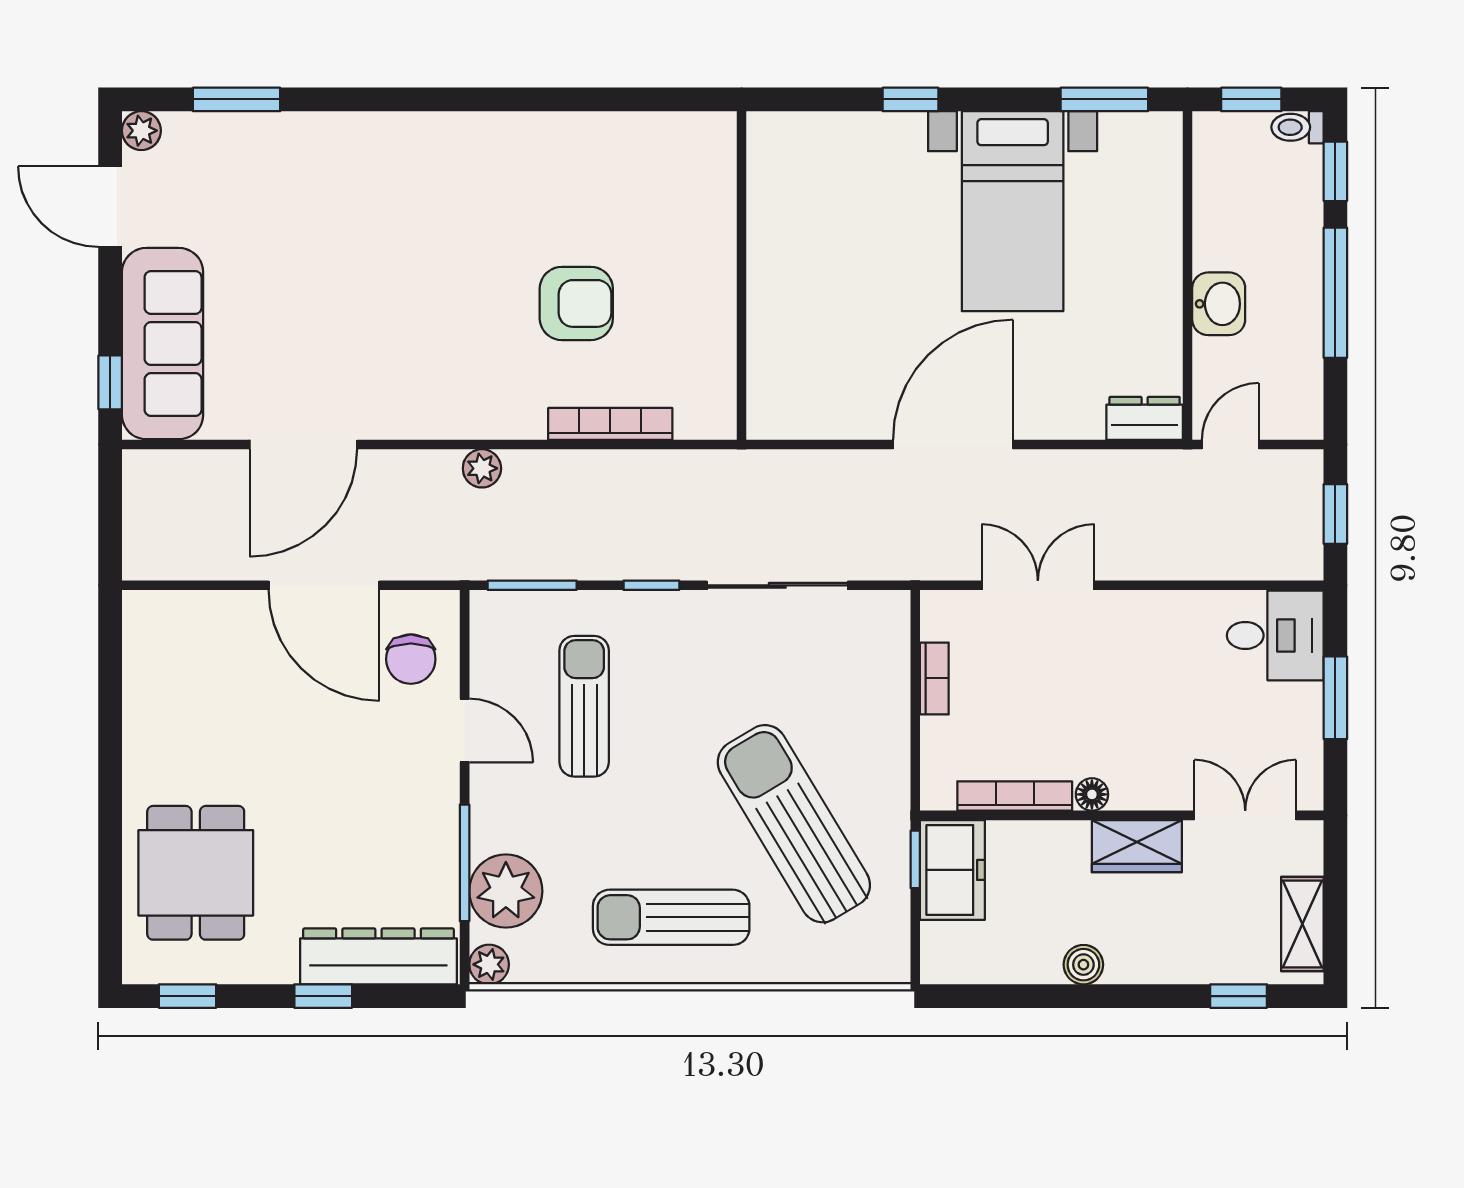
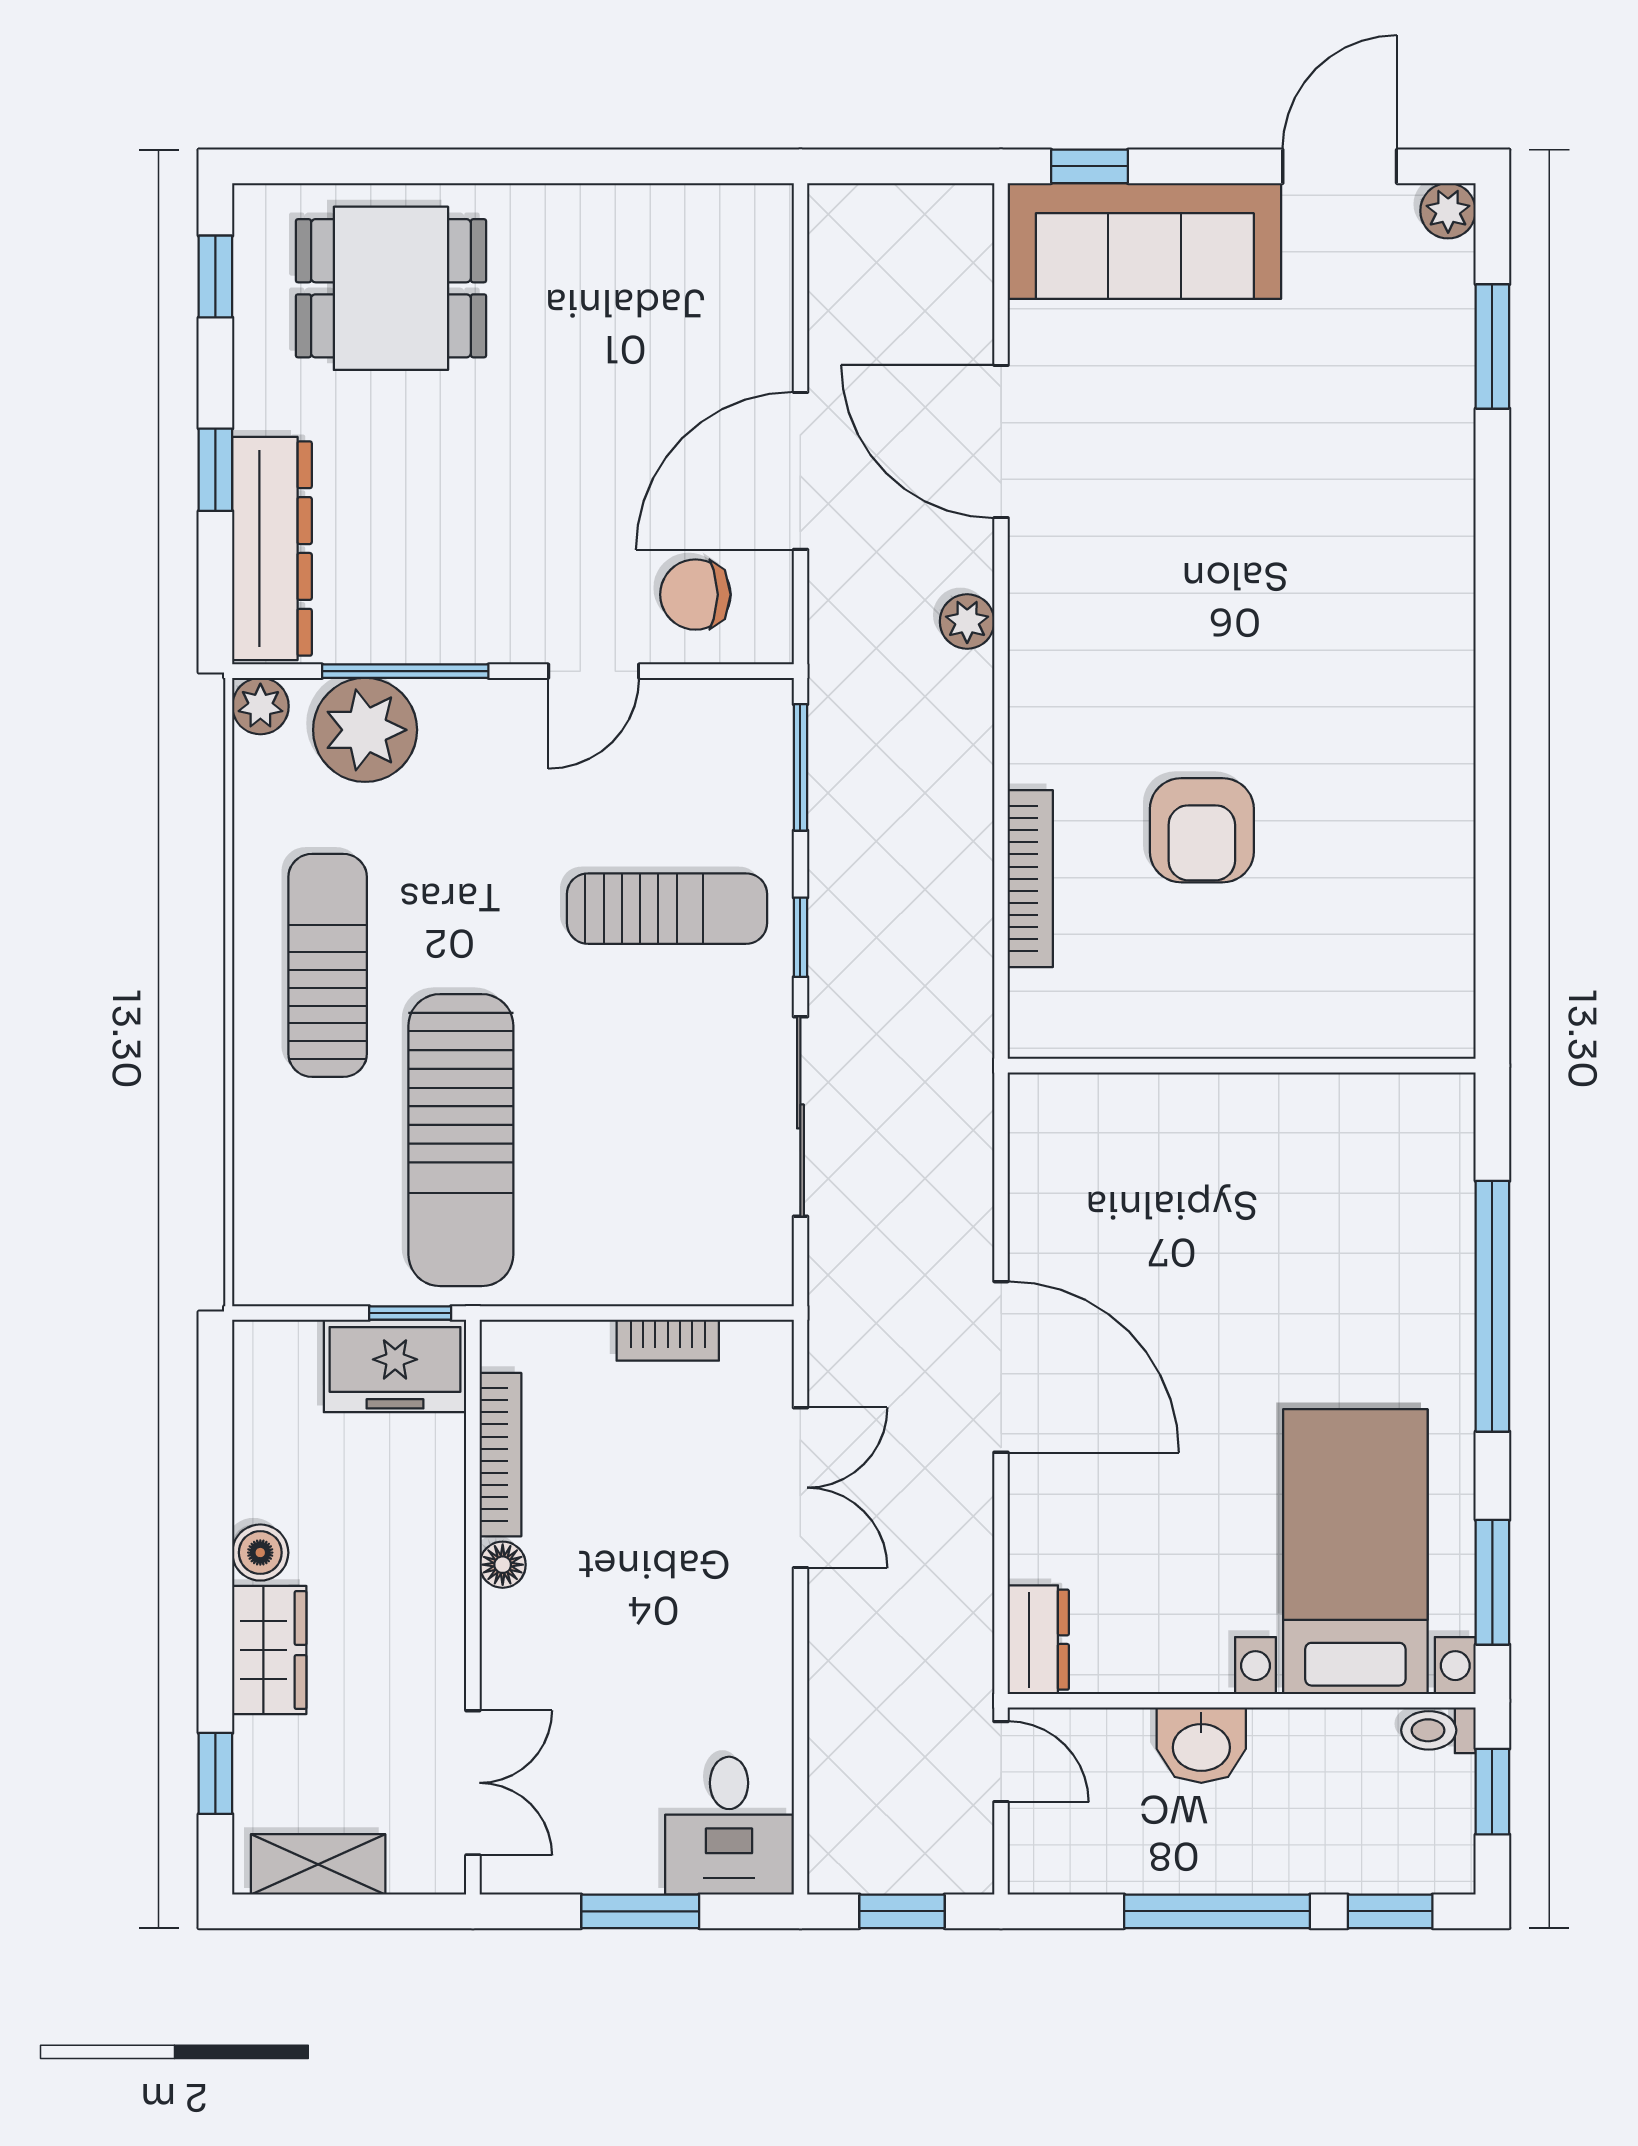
window: (911, 99) -> (1492, 1306), width x3.17
toilet: (1297, 127) -> (1438, 1730), moved, turned -90
bed with nightstands: (1013, 211) -> (1355, 1552), moved, turned 90
plant: (482, 468) -> (967, 622), moved
sun lounger: (584, 706) -> (667, 909), moved
sun lounger: (794, 824) -> (461, 1140), turned 121
wardrobe: (1137, 846) -> (269, 1650), moved, turned 180

